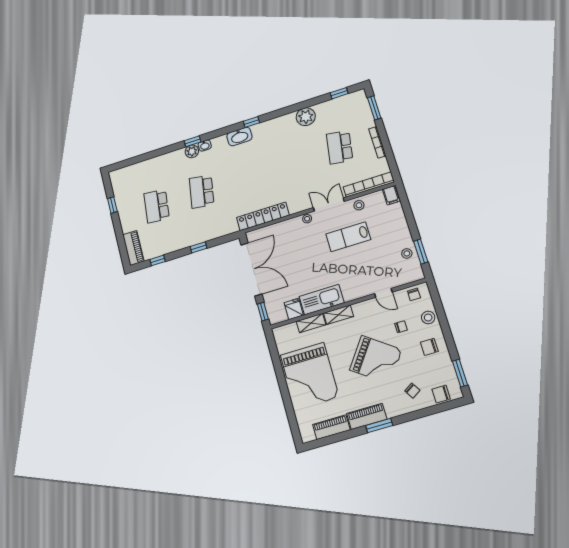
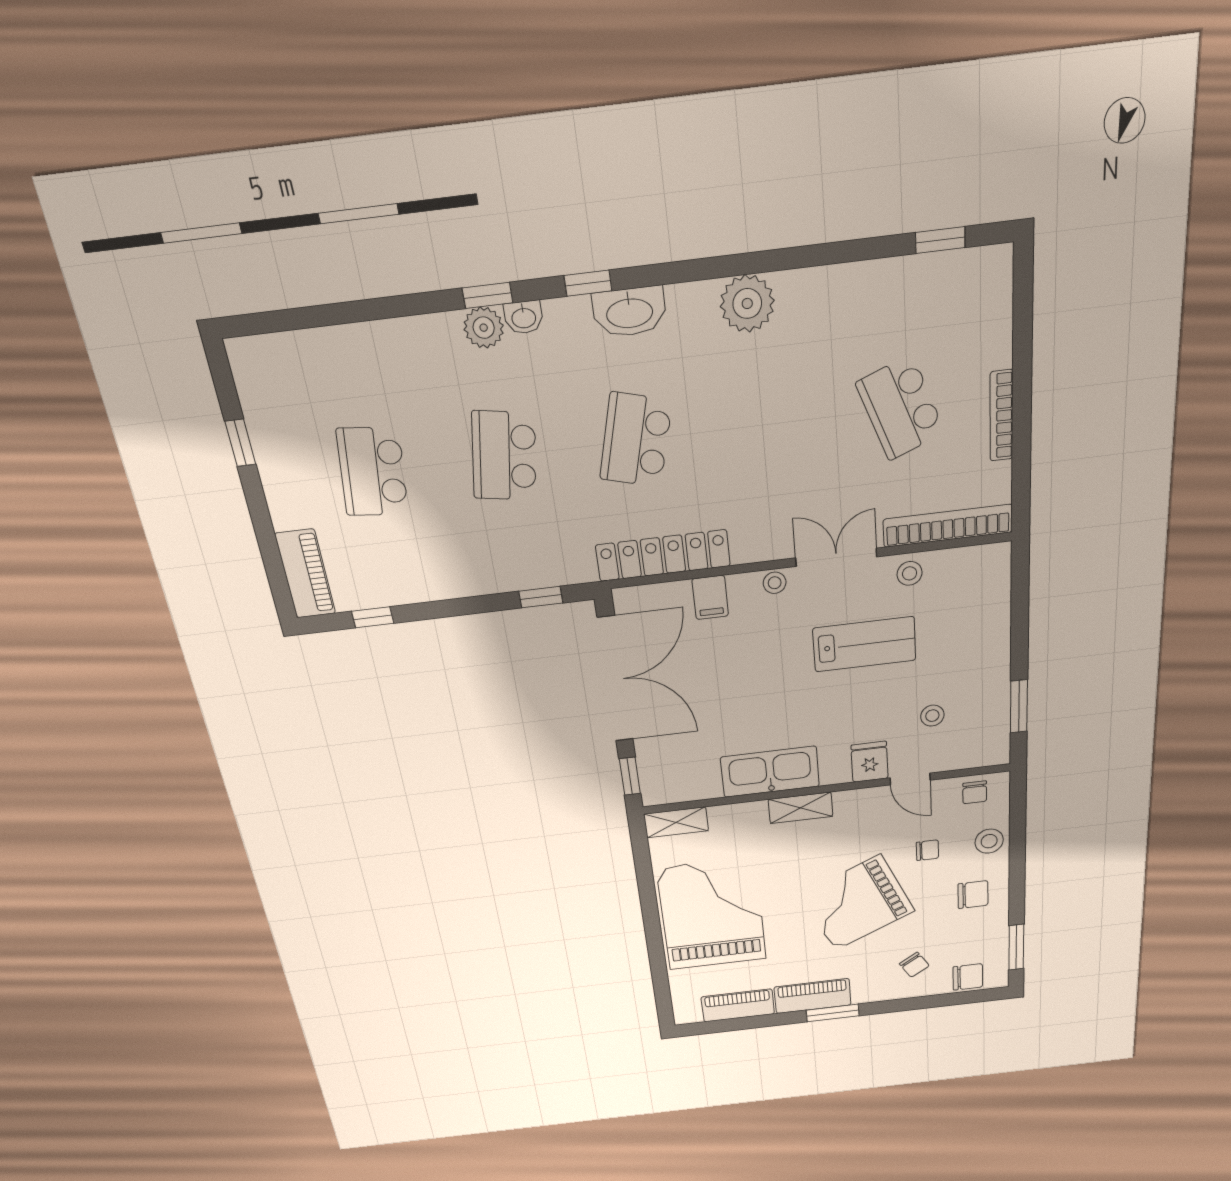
window: (374, 108) -> (1023, 311), removed
plant: (306, 117) -> (747, 303), moved
window: (251, 122) -> (588, 283), moved
school desk: (340, 147) -> (900, 408), turned -30
school desk: (247, 177) -> (636, 440), added
filing cabinet: (391, 195) -> (710, 597), moved
lab bench: (348, 237) -> (864, 644), turned 180
window: (199, 247) -> (541, 597), moved
stool: (407, 253) -> (932, 716), moved
fridge: (294, 309) -> (870, 762), moved
shelving: (311, 323) -> (676, 822), moved
chair: (429, 347) -> (973, 895), turned 180
grand piano: (376, 360) -> (857, 903), turned 120
grand piano: (310, 376) -> (712, 914), turned 180
chair: (441, 394) -> (968, 977), turned 180

